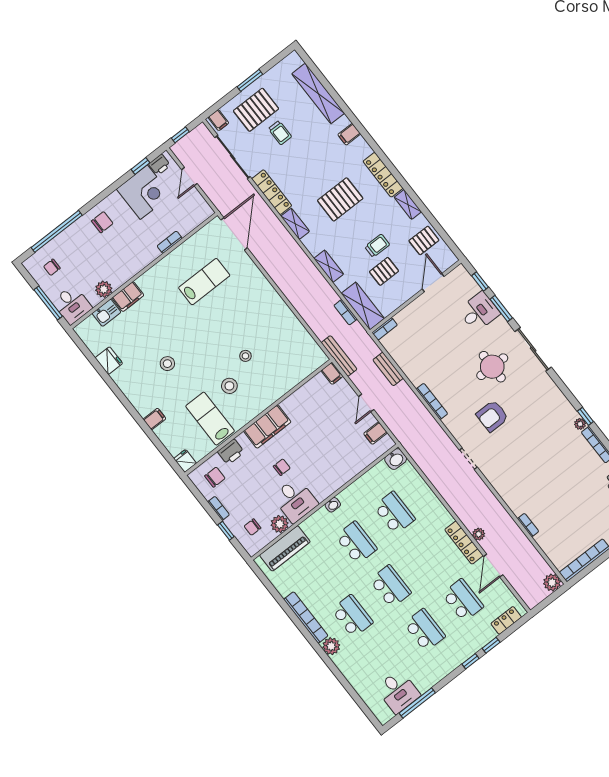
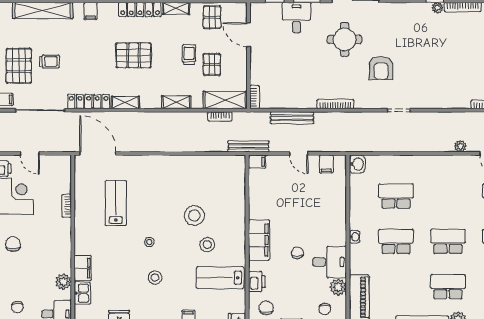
pallet: (340, 199) -> (133, 55), turned 90
stool: (194, 335) -> (149, 242), added
stool: (245, 356) -> (194, 215), width x1.89, depth x1.89
bench: (388, 369) -> (292, 118), width x1.36
locker: (464, 543) -> (458, 162), removed

